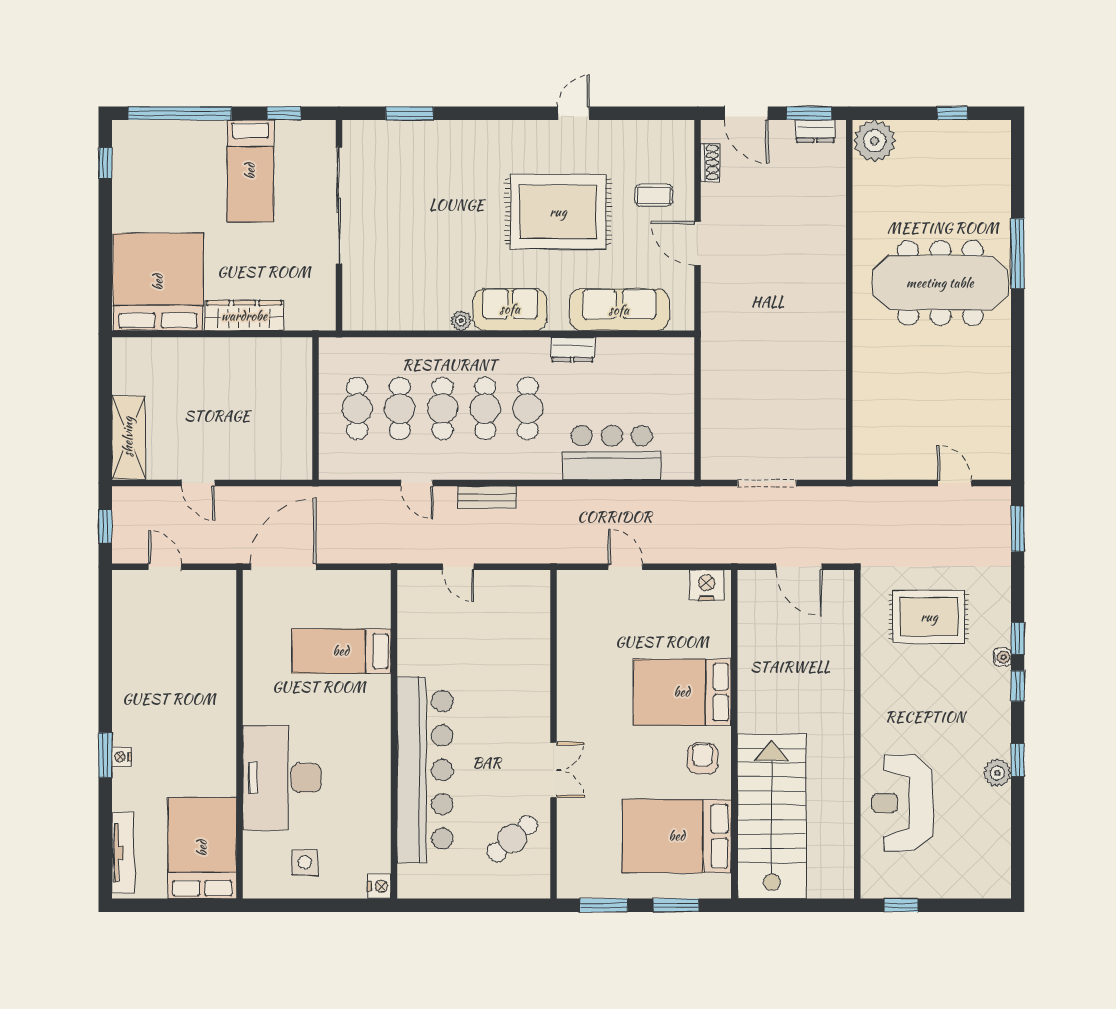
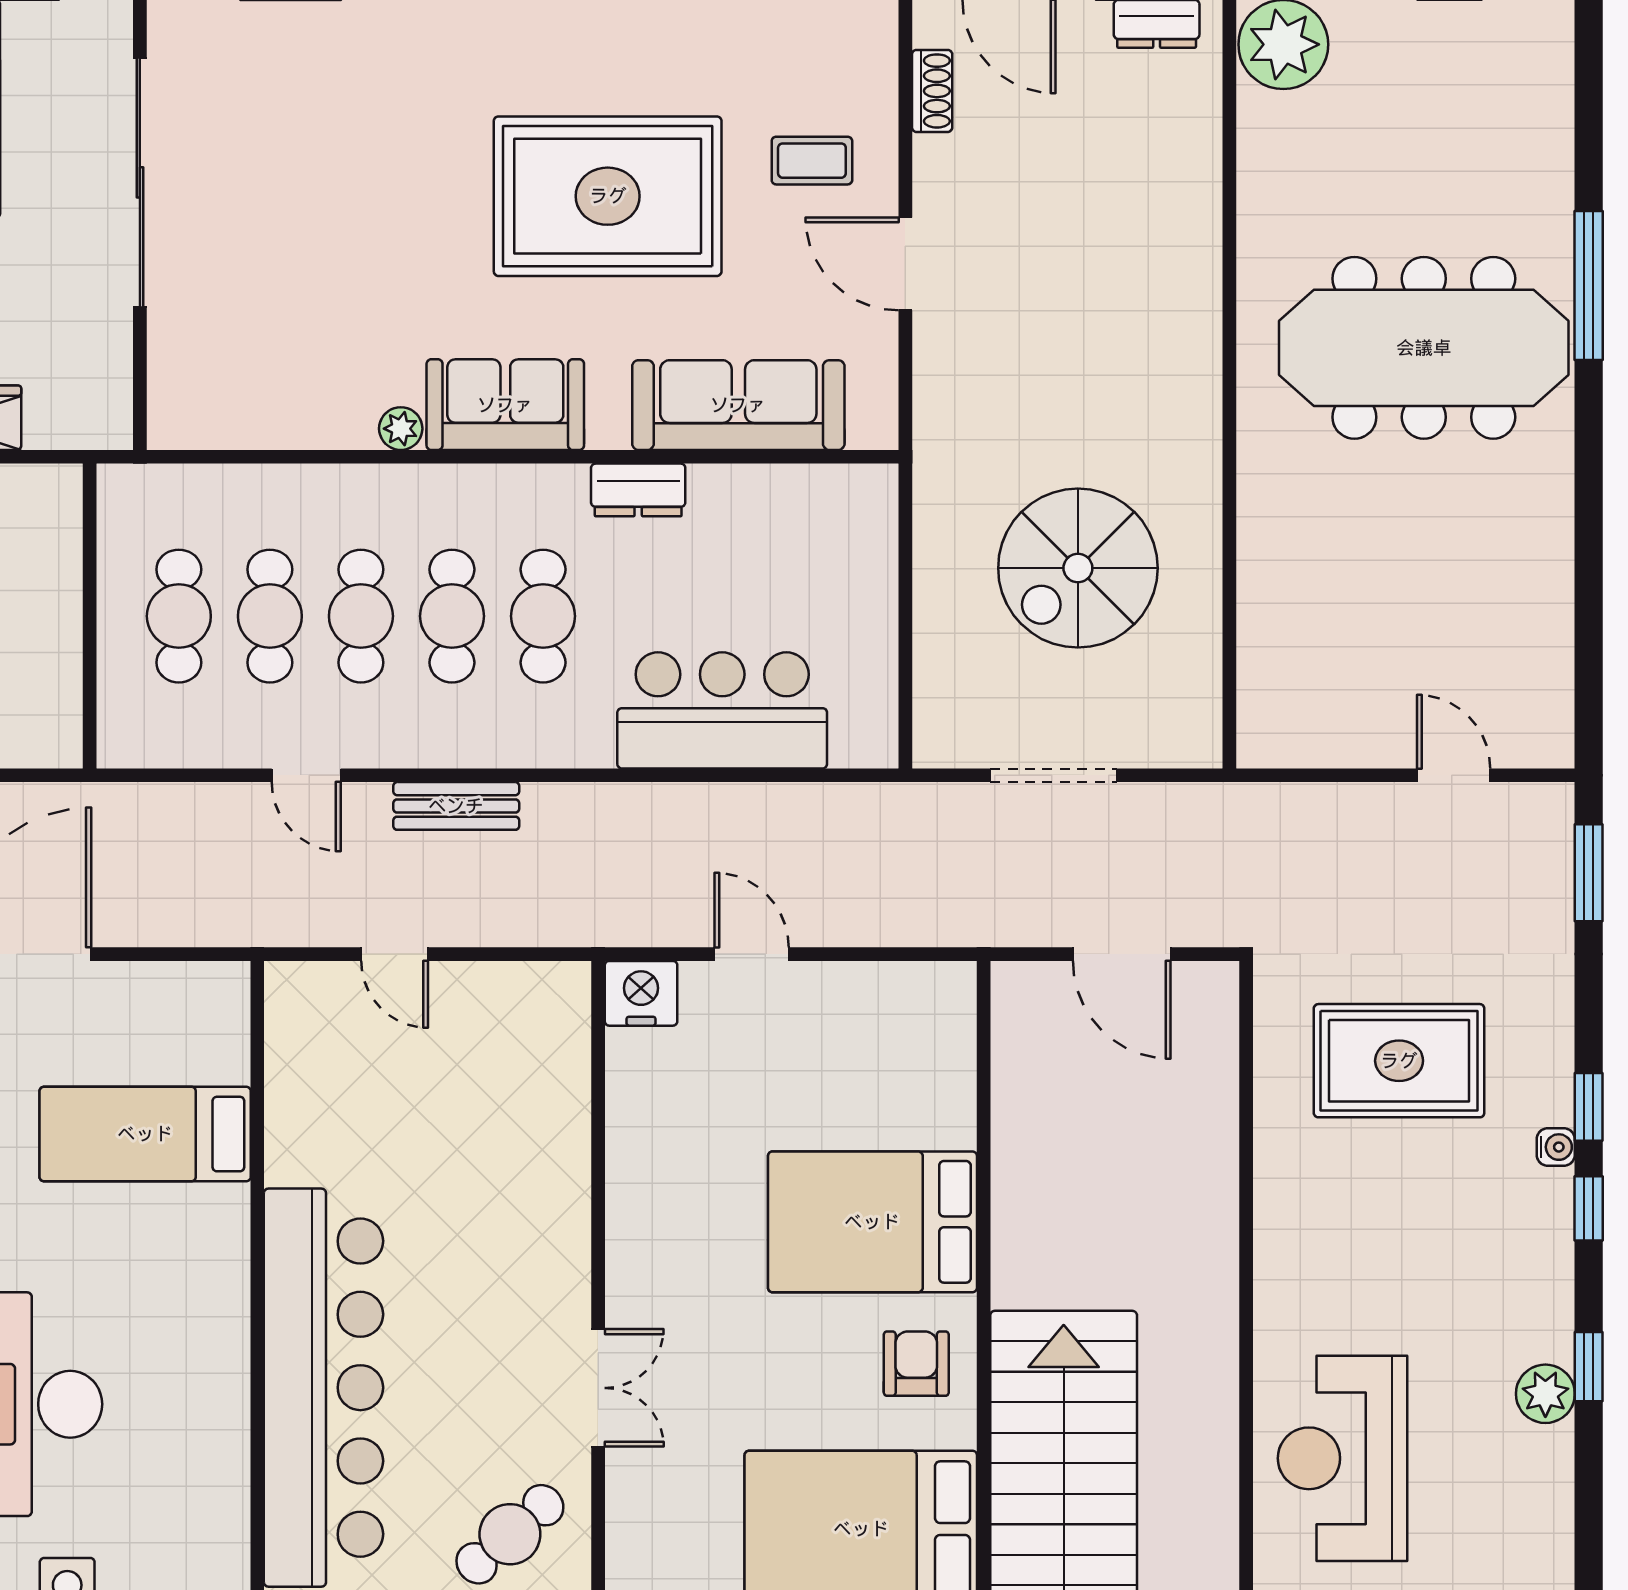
spiral stairs: (778, 386) -> (1078, 568), added
nightstand: (707, 585) -> (641, 993), moved

